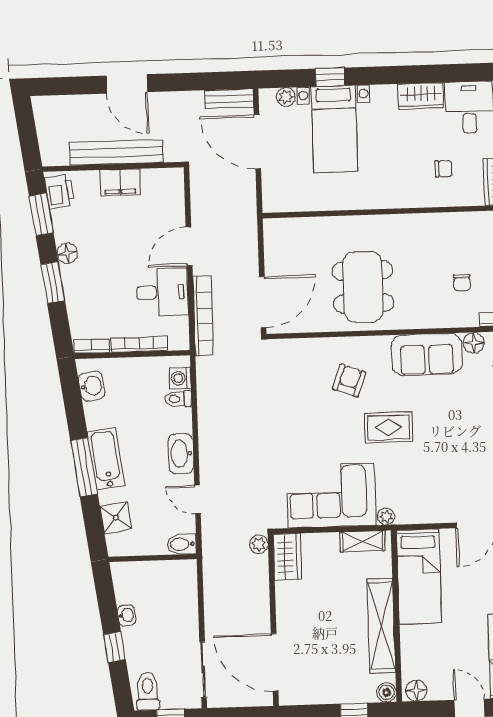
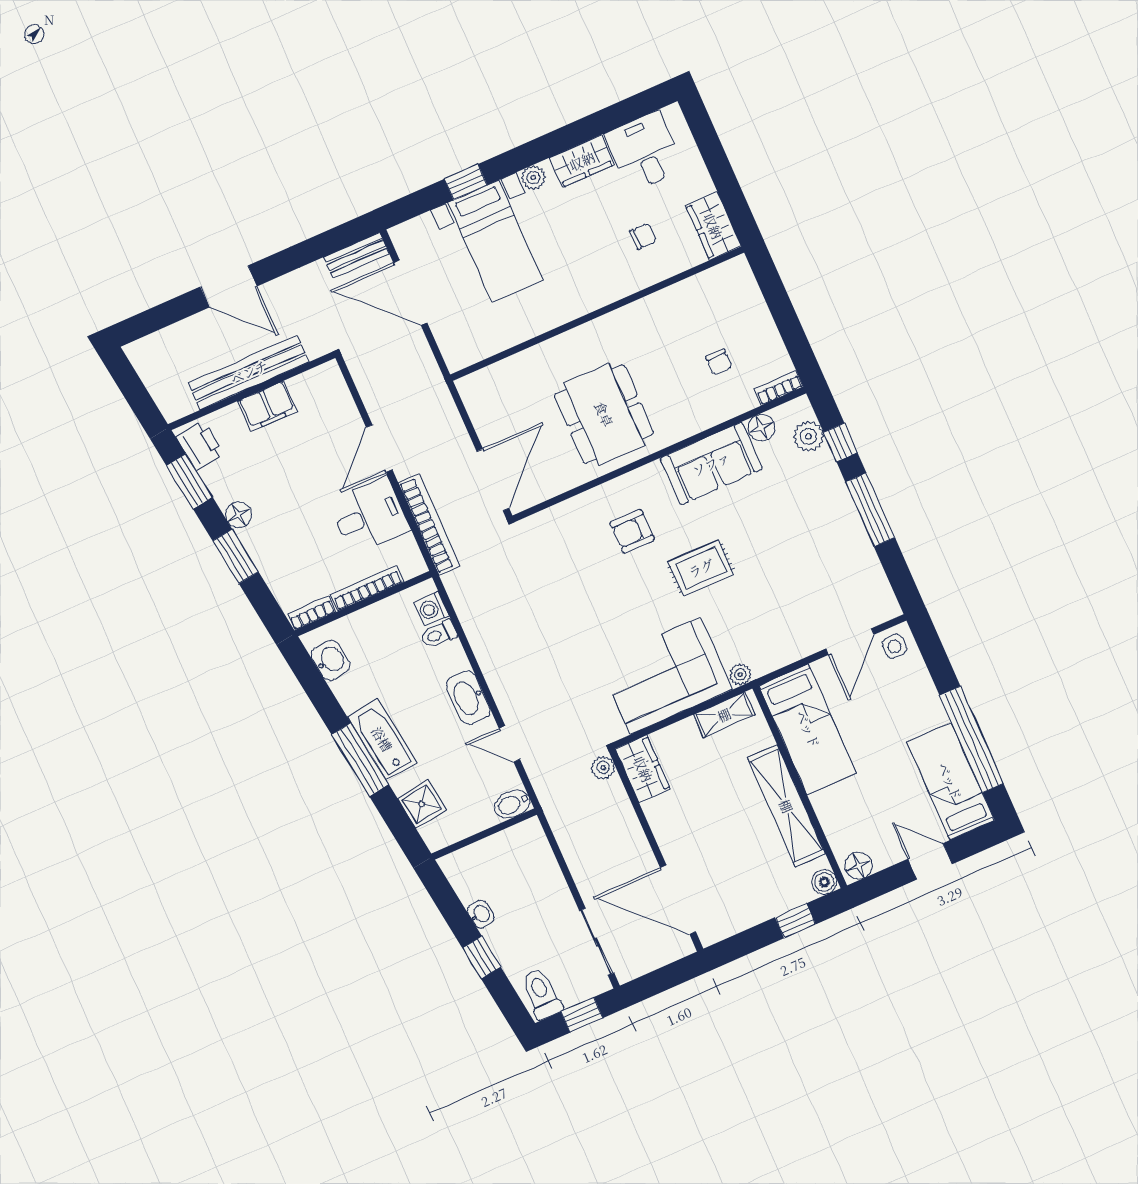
plant: (286, 97) -> (533, 178), moved
armchair: (349, 381) -> (632, 531), turned -110

